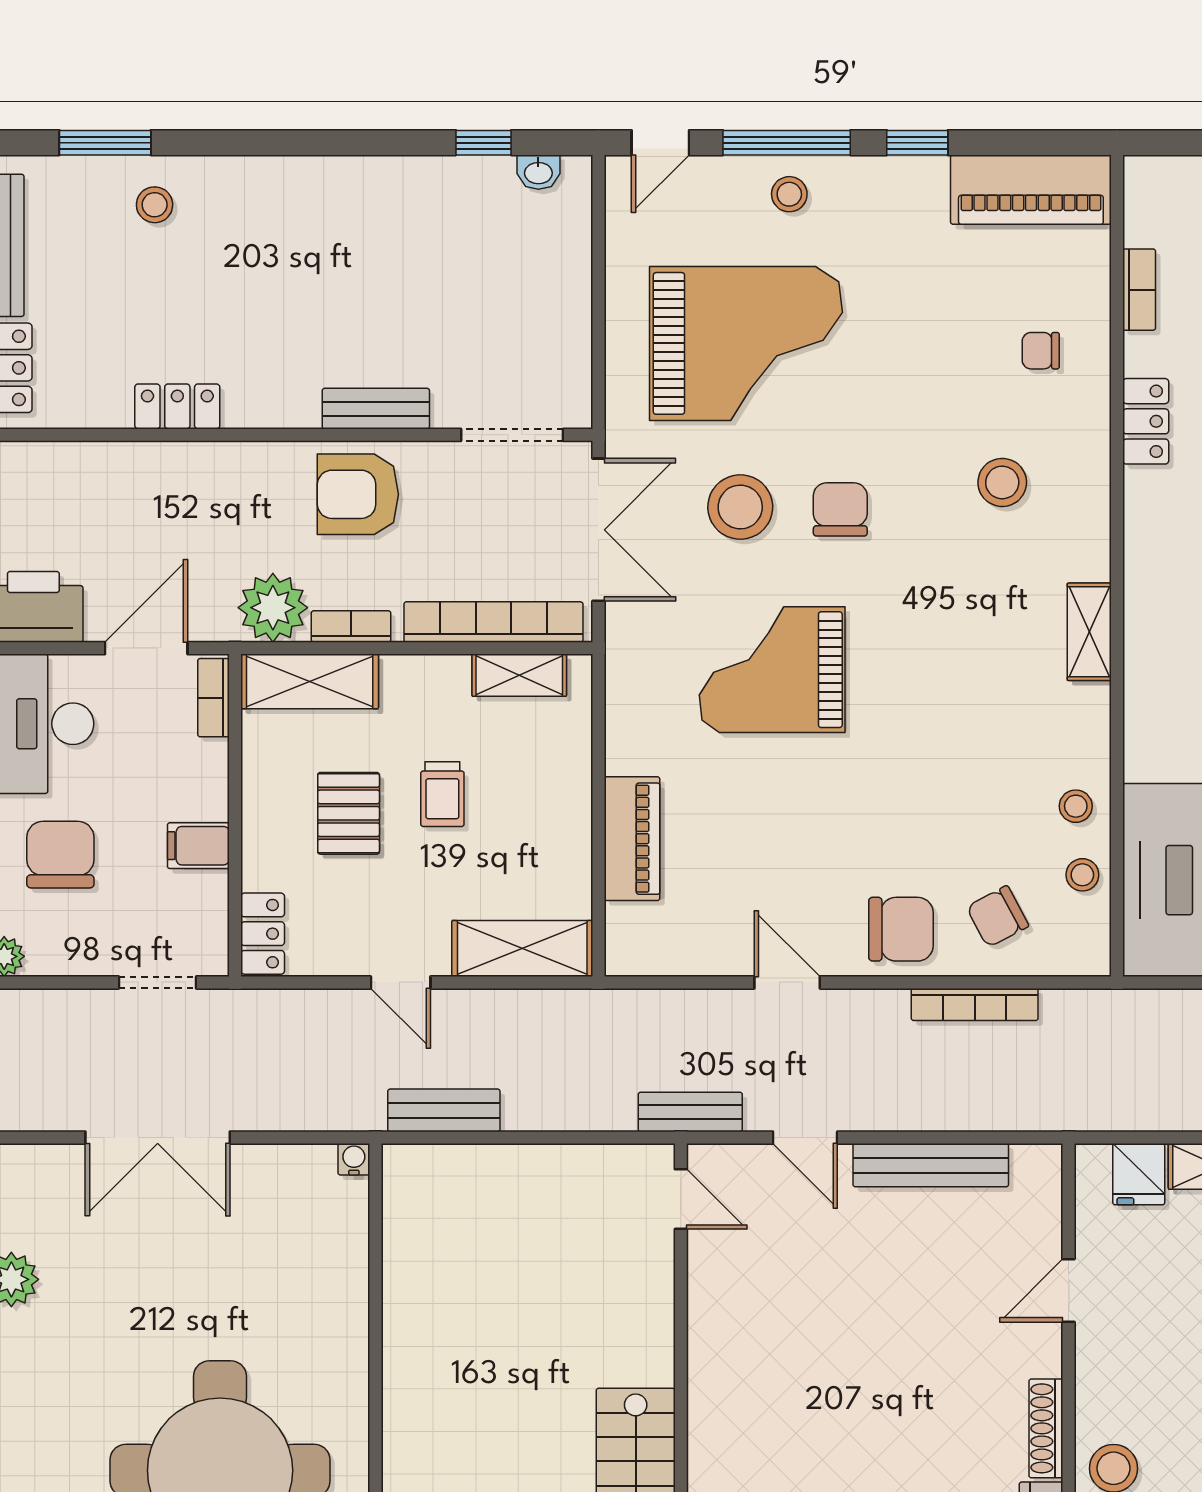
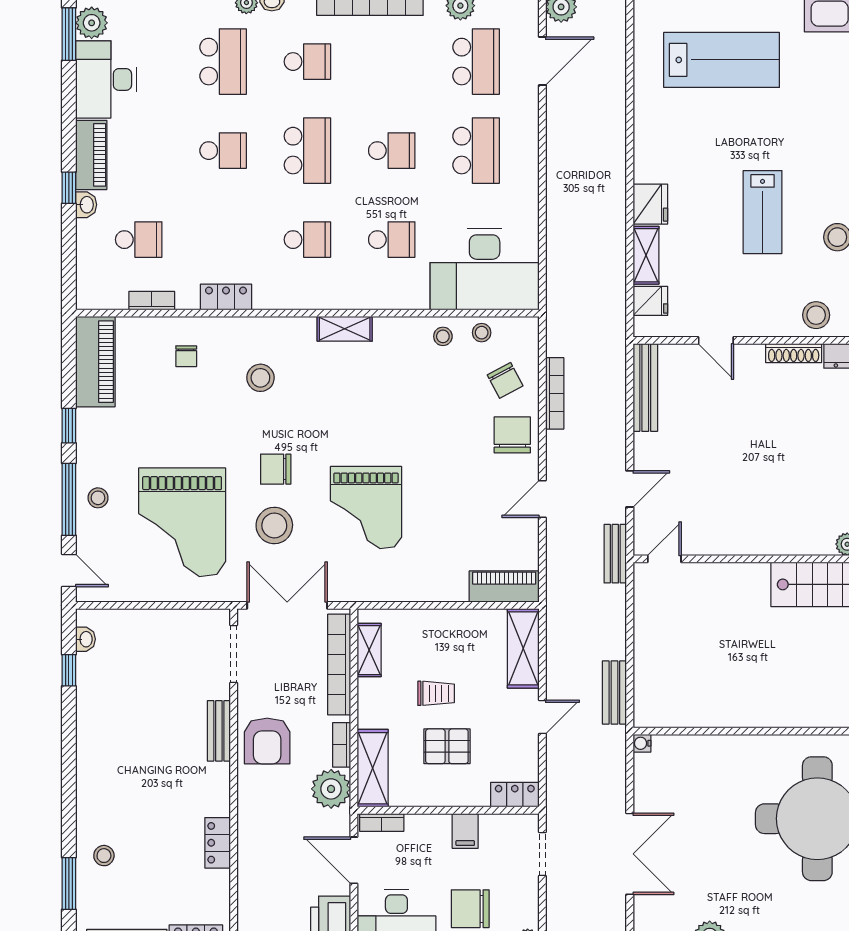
grand piano: (746, 343) -> (182, 522), turned 180
piano: (632, 839) -> (504, 587), moved
bench: (931, 1165) -> (645, 388), moved

